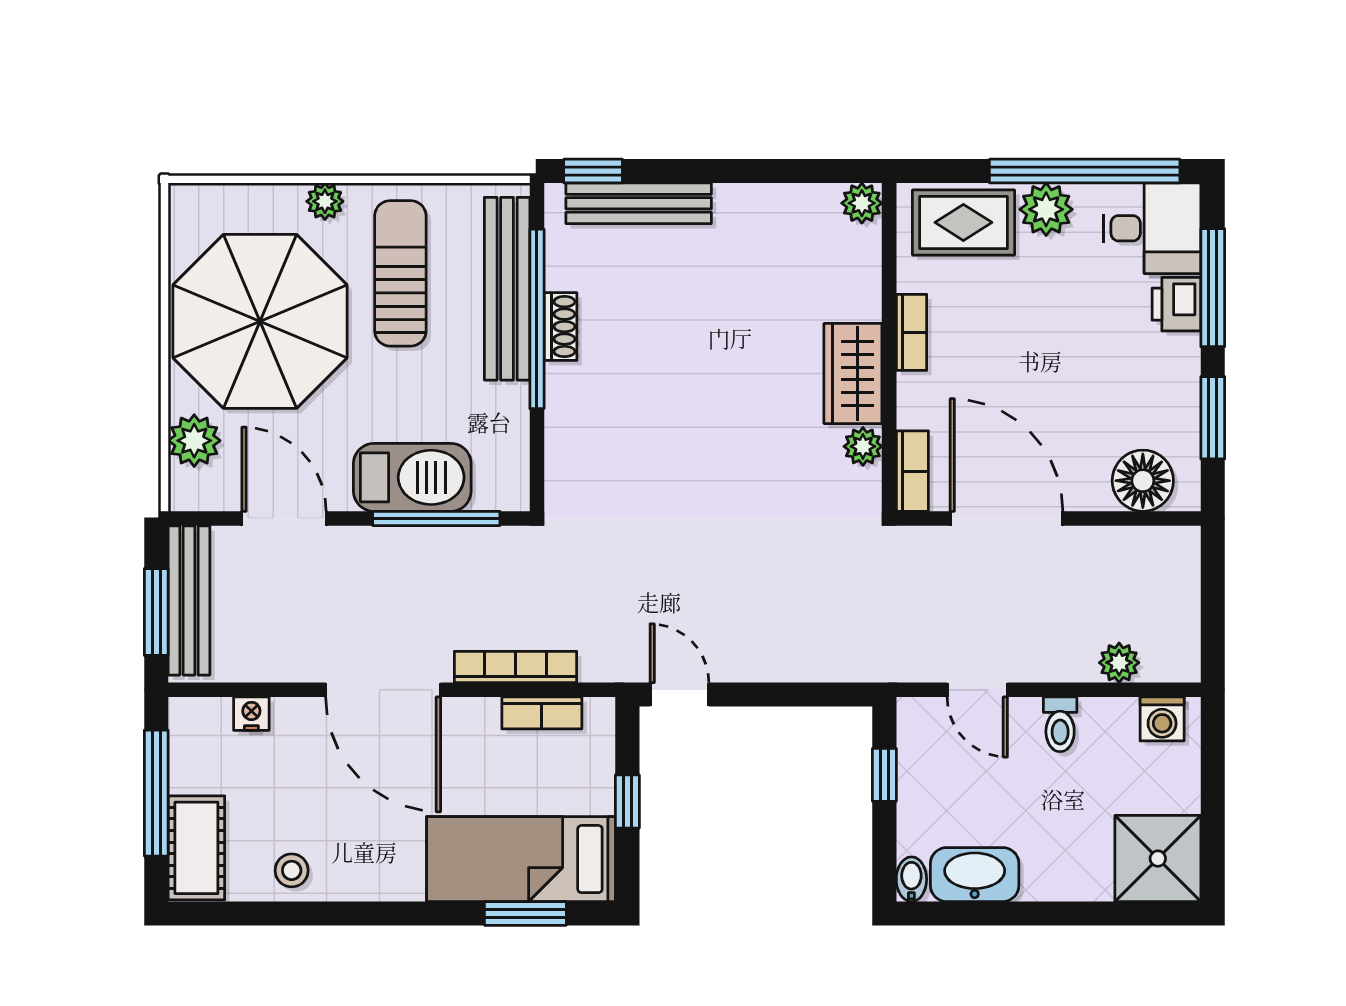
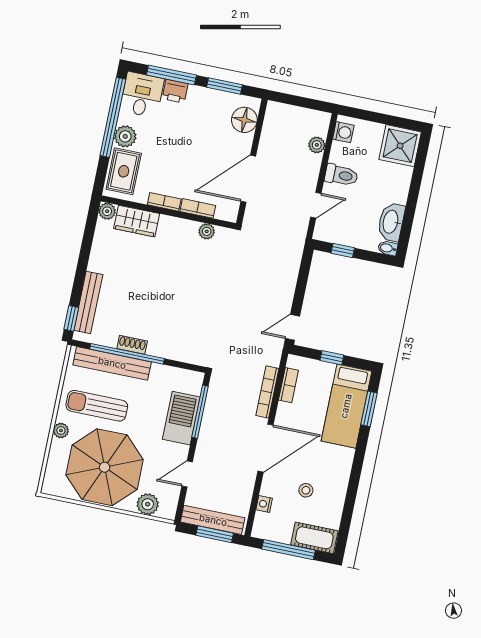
wardrobe: (853, 373) -> (137, 221), moved
bookcase: (912, 471) -> (198, 208), moved
door: (284, 518) -> (187, 474), width x0.73
toilet: (1060, 724) -> (341, 175), width x1.37, depth x1.39
stool: (292, 870) -> (306, 490), moved

